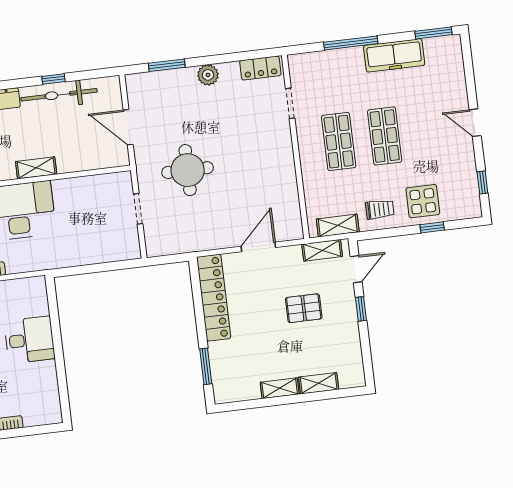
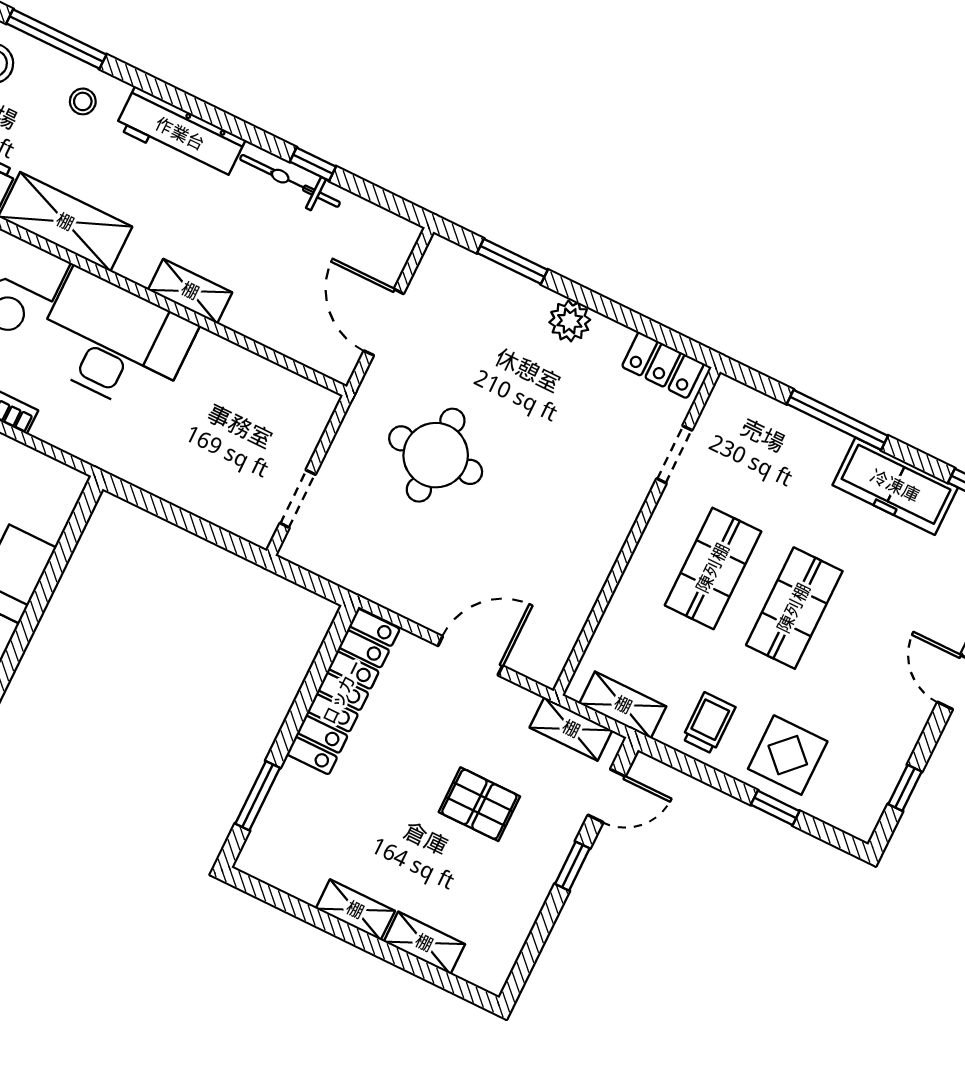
bicycle: (59, 95) -> (290, 181), width x0.73, depth x0.71
doorway: (138, 209) -> (298, 499), moved
trolley: (380, 209) -> (709, 723), turned -90

